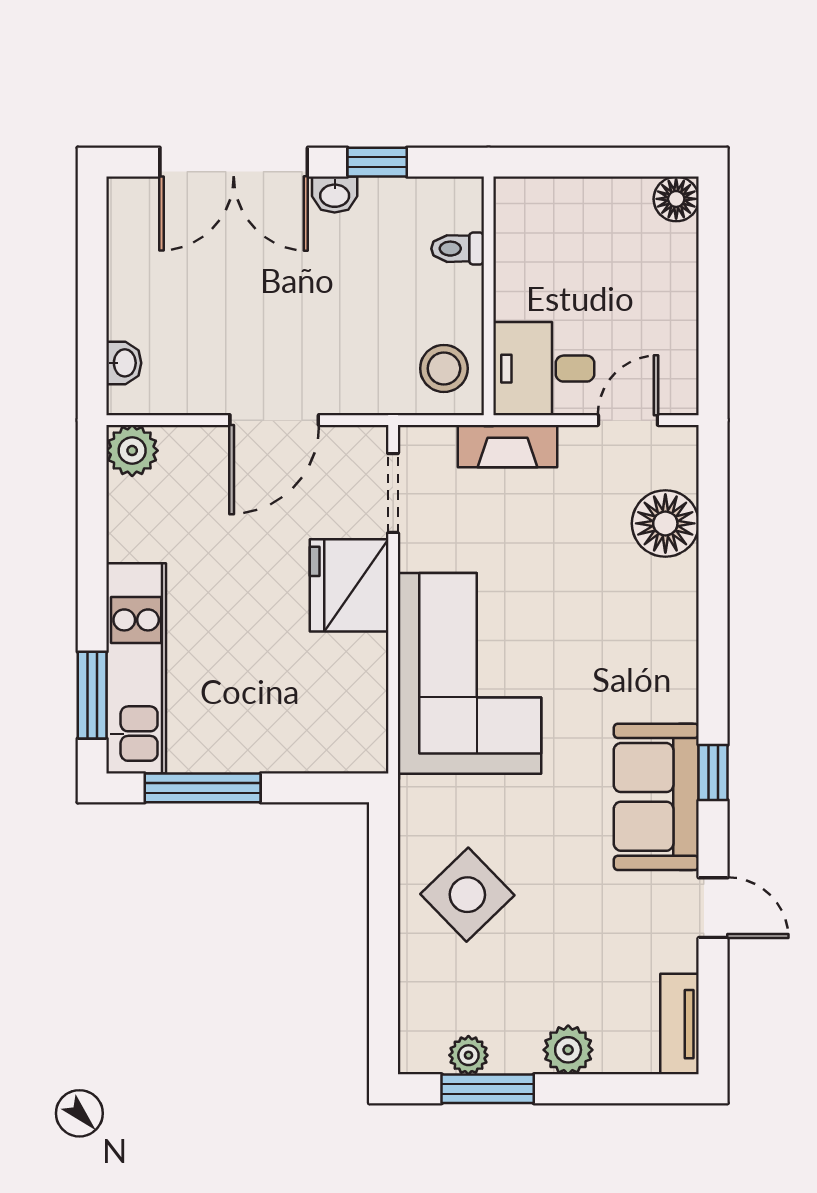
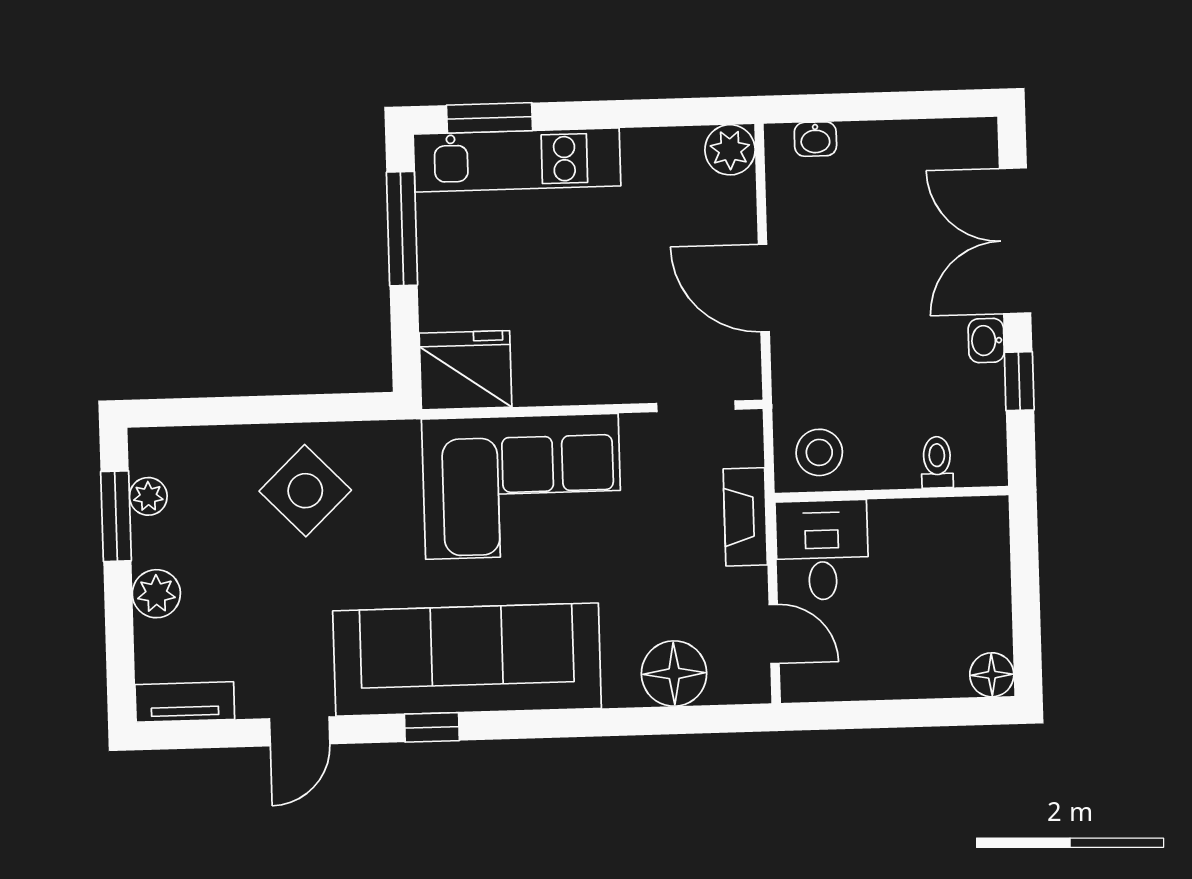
fridge: (349, 585) -> (465, 370), moved
sofa: (656, 797) -> (467, 660), width x1.85, depth x1.27

